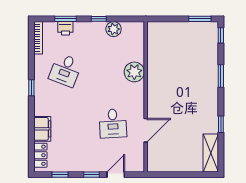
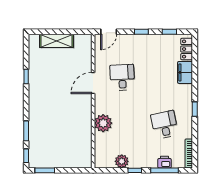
window: (65, 19) -> (165, 170), width x1.44
desk: (65, 70) -> (165, 125), turned -33
window: (221, 76) -> (26, 131), moved
door: (146, 130) -> (93, 83), moved
shelving: (211, 153) -> (57, 41), moved, turned 90
door: (116, 175) -> (109, 32), moved

